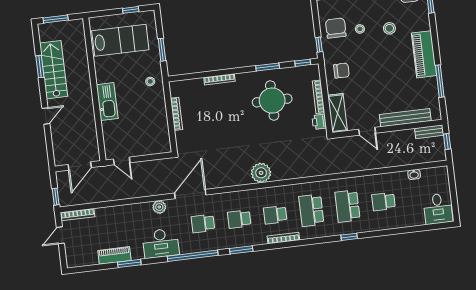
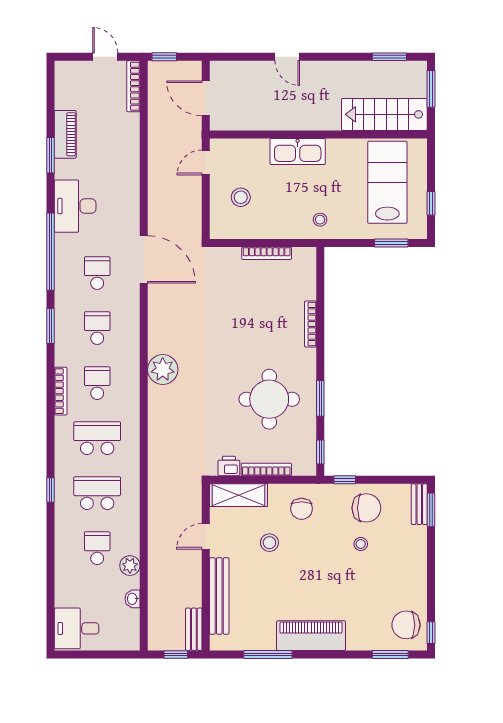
stool: (389, 28) -> (269, 543), moved
lab bench: (120, 40) -> (387, 182), turned 180
window: (162, 50) -> (391, 243), moved
window: (40, 67) -> (389, 57), moved
stairs: (54, 70) -> (384, 114), moved, turned 180
stool: (142, 135) -> (241, 197), added
plant: (159, 207) -> (130, 566), moved

